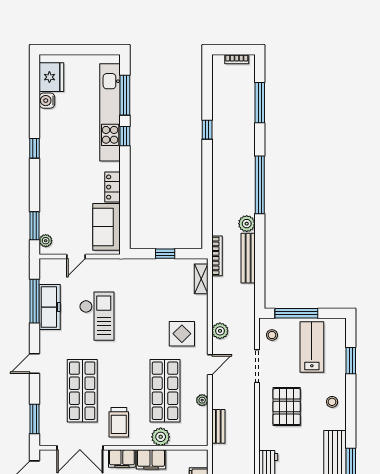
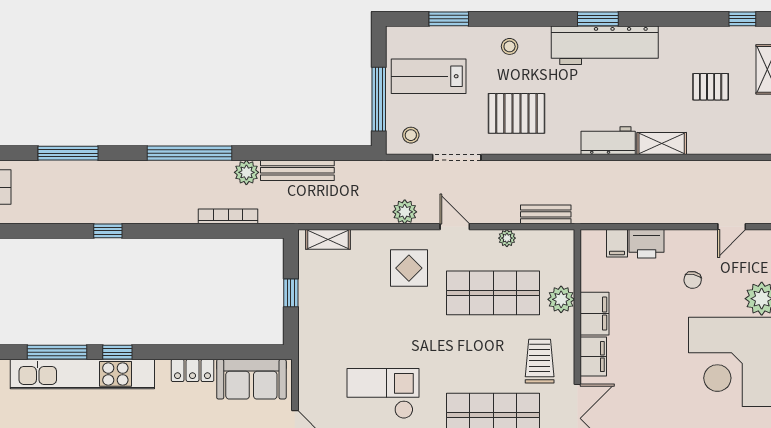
bookcase: (217, 256) -> (228, 216), moved
trolley: (119, 422) -> (540, 361), turned -90

